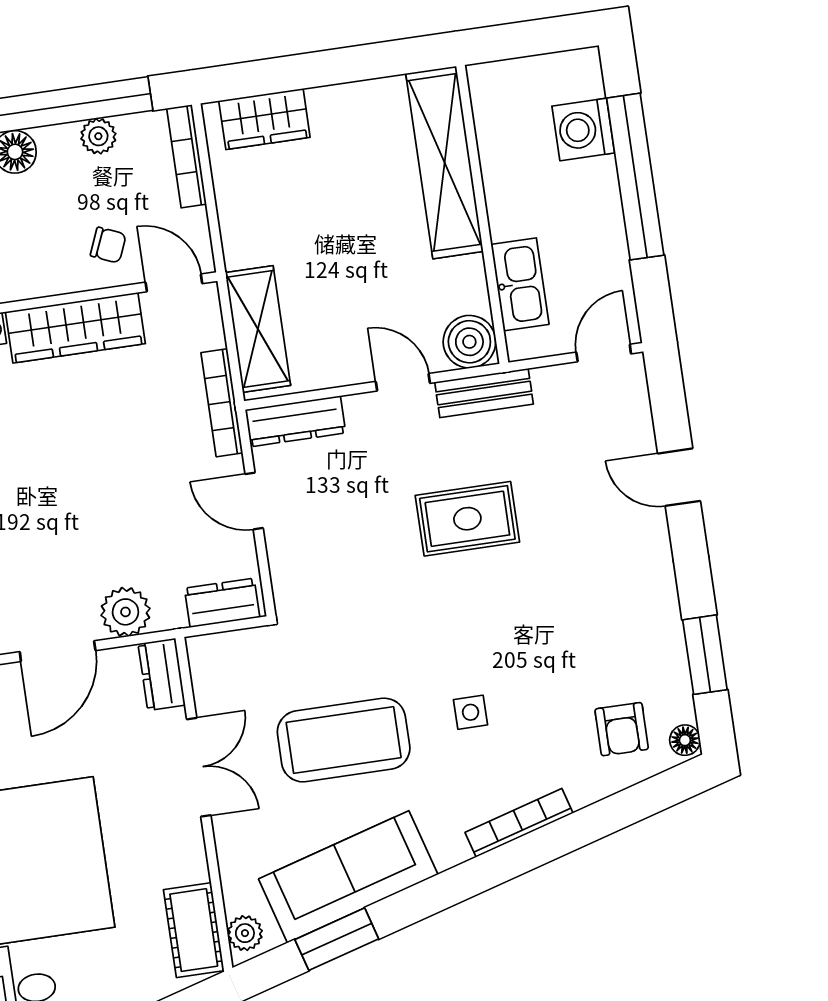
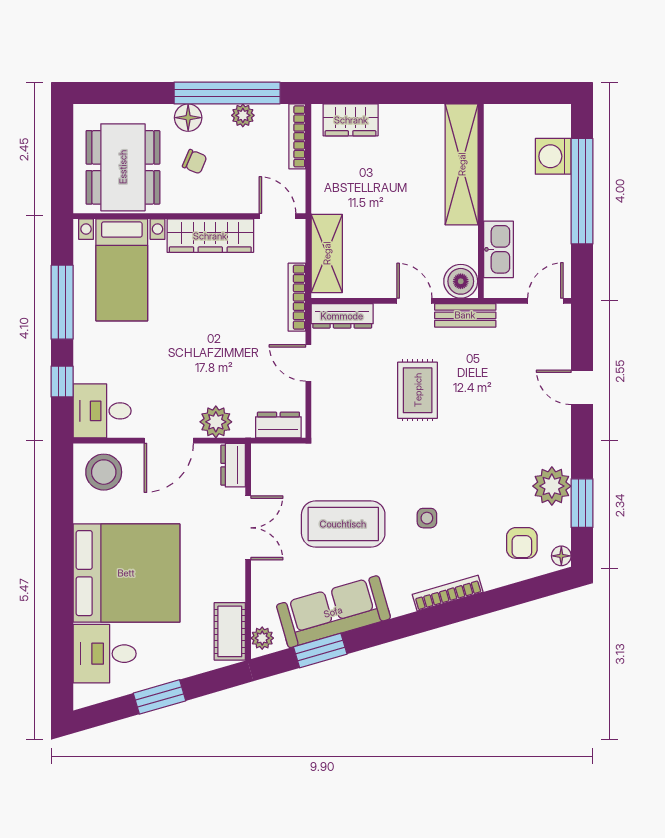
chair: (108, 245) -> (195, 162), moved
rug: (467, 519) -> (418, 390), moved, turned 90
plant: (655, 635) -> (552, 486), added

